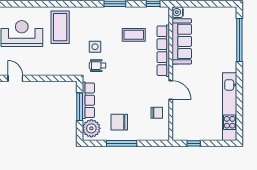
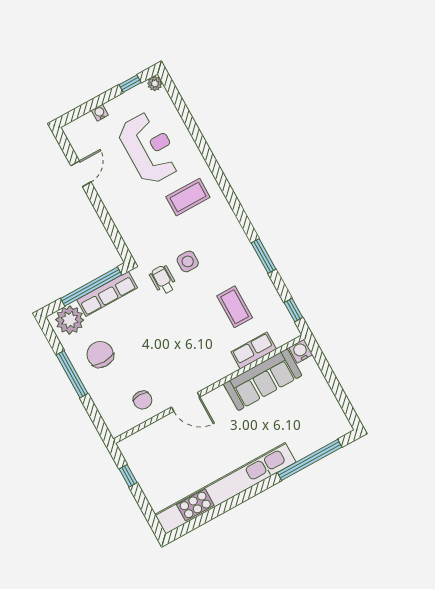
coffee table: (60, 27) -> (188, 197), width x0.73, depth x0.76
row of seats: (163, 51) -> (254, 351), width x0.50
door: (171, 90) -> (186, 402), hinge flipped
window: (80, 107) -> (91, 287), width x1.46
kitchen unit: (230, 107) -> (225, 488), width x1.36

